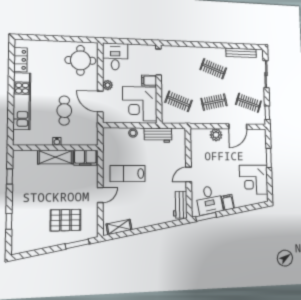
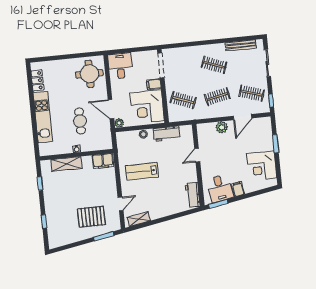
plant: (108, 85) -> (119, 123), moved
shelving: (55, 157) -> (66, 164), moved
door: (189, 174) -> (197, 155), moved
door: (100, 195) -> (121, 204), moved

